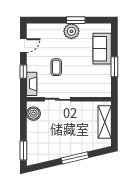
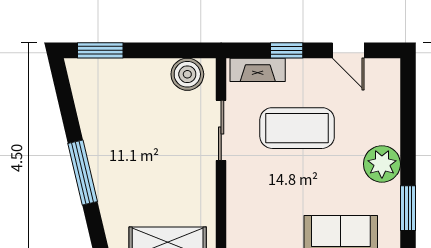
window: (76, 20) -> (408, 208), moved
coffee table: (56, 67) -> (297, 128), width x1.86, depth x1.72

